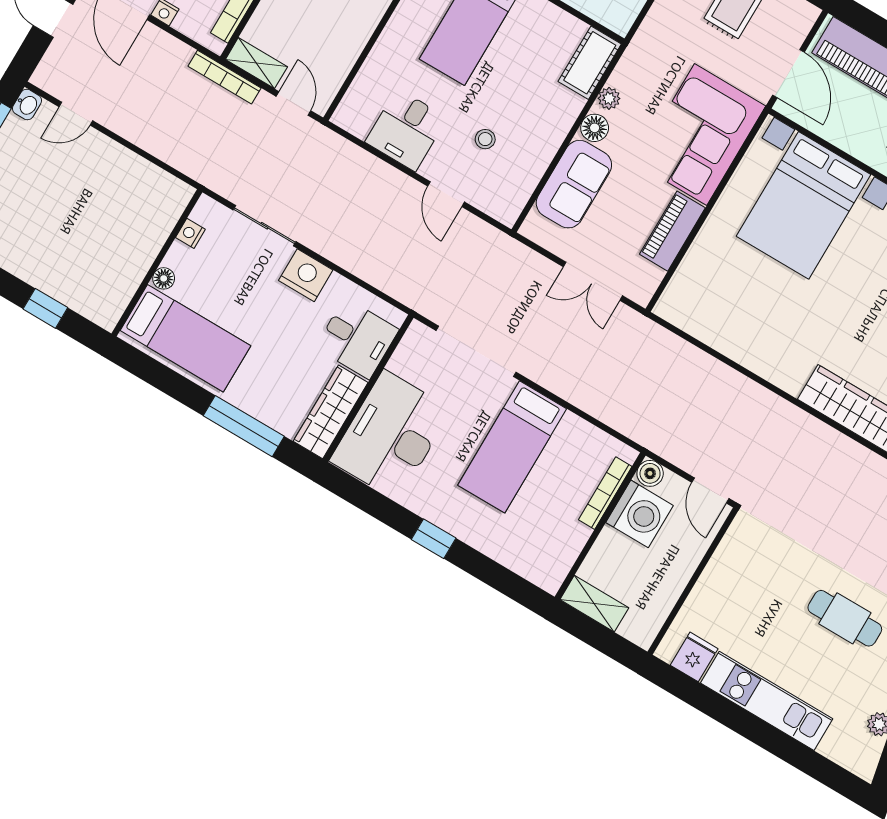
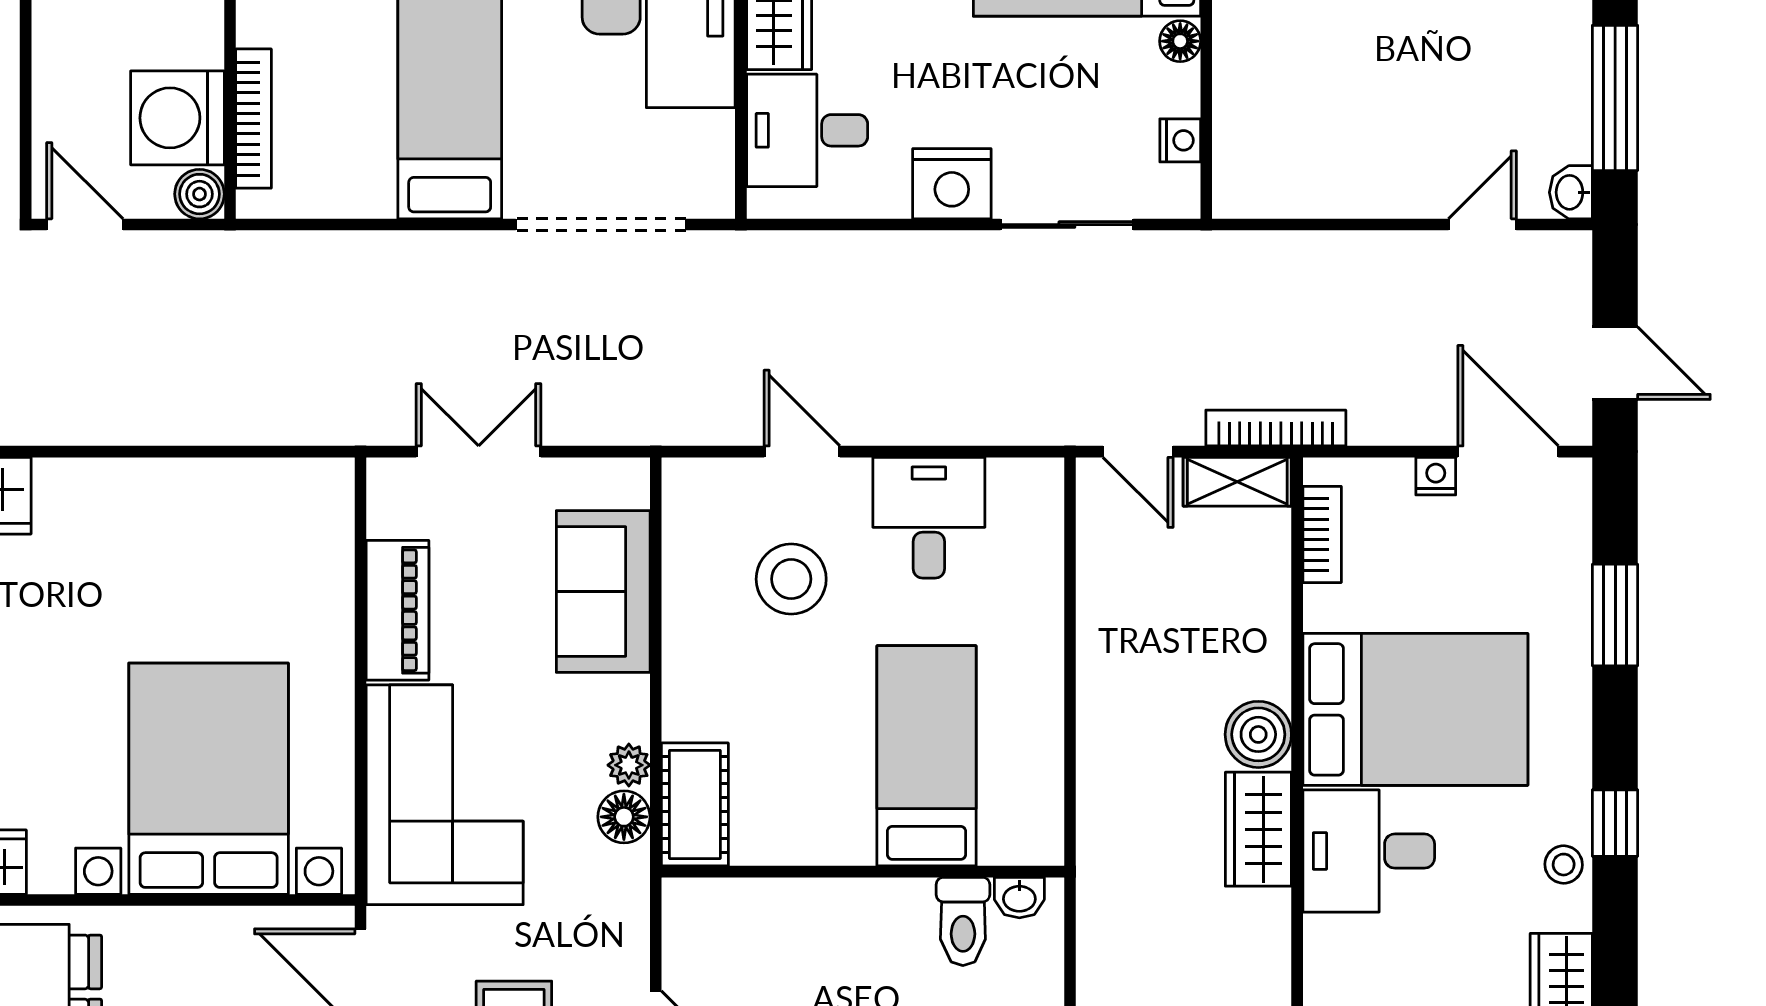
floor lamp: (595, 128) -> (624, 817), moved
stool: (485, 139) -> (791, 579), width x1.89, depth x1.89

